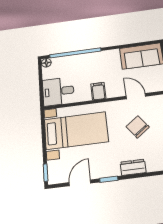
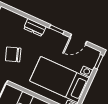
chair: (138, 127) -> (13, 54), turned 107

